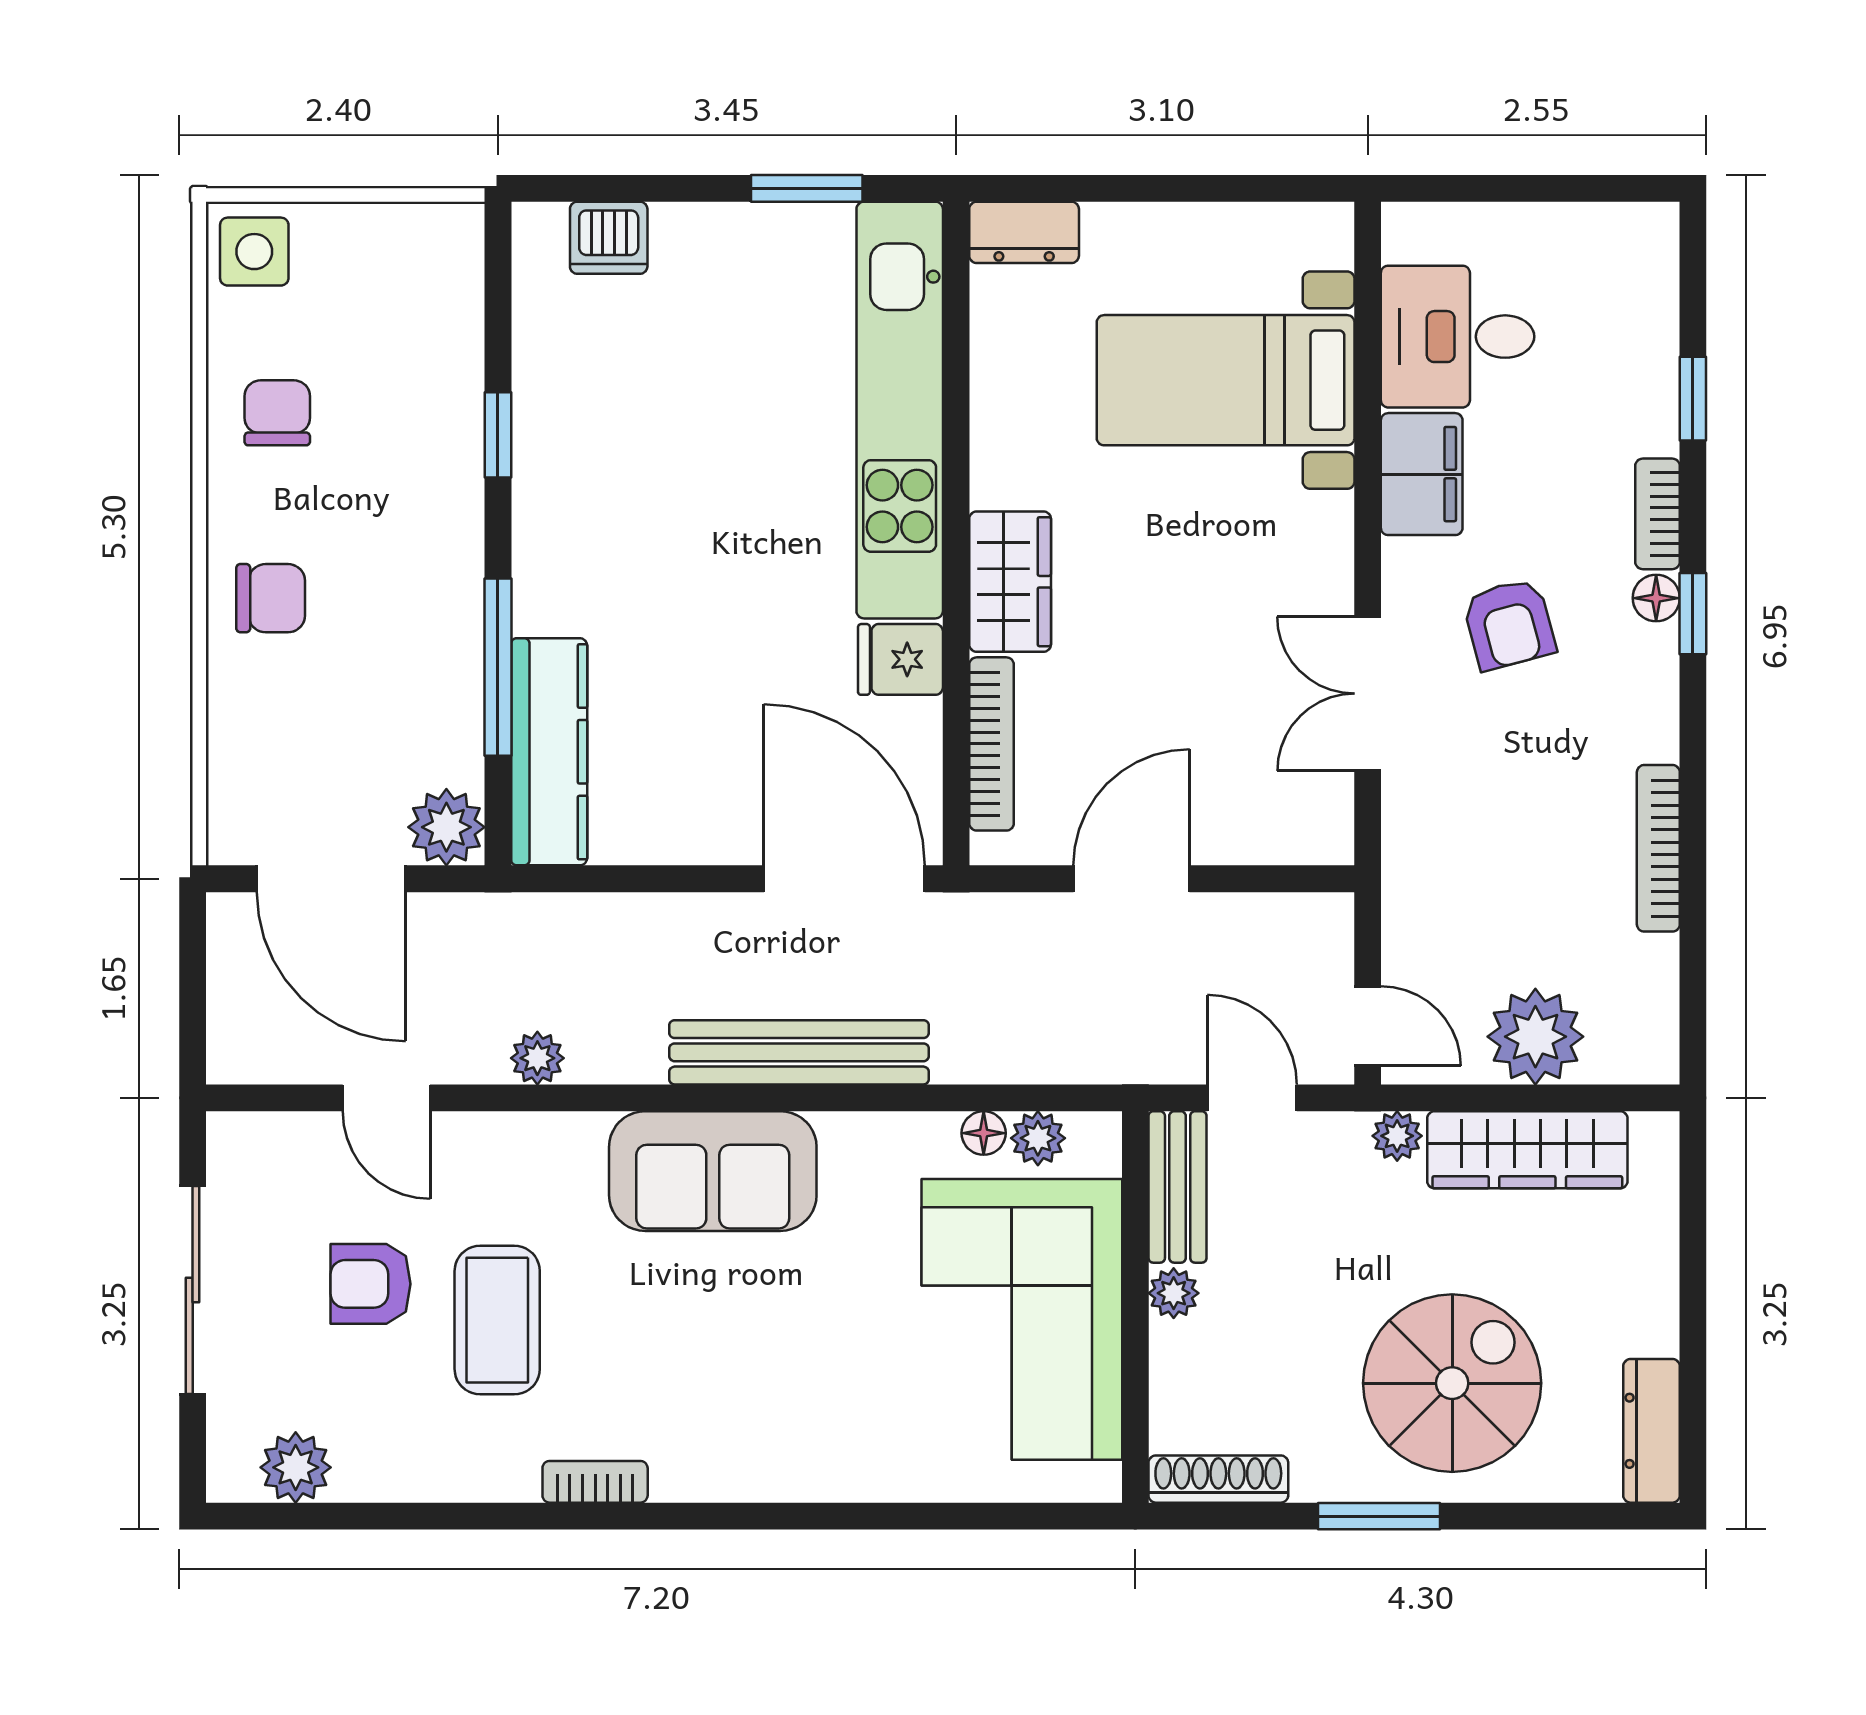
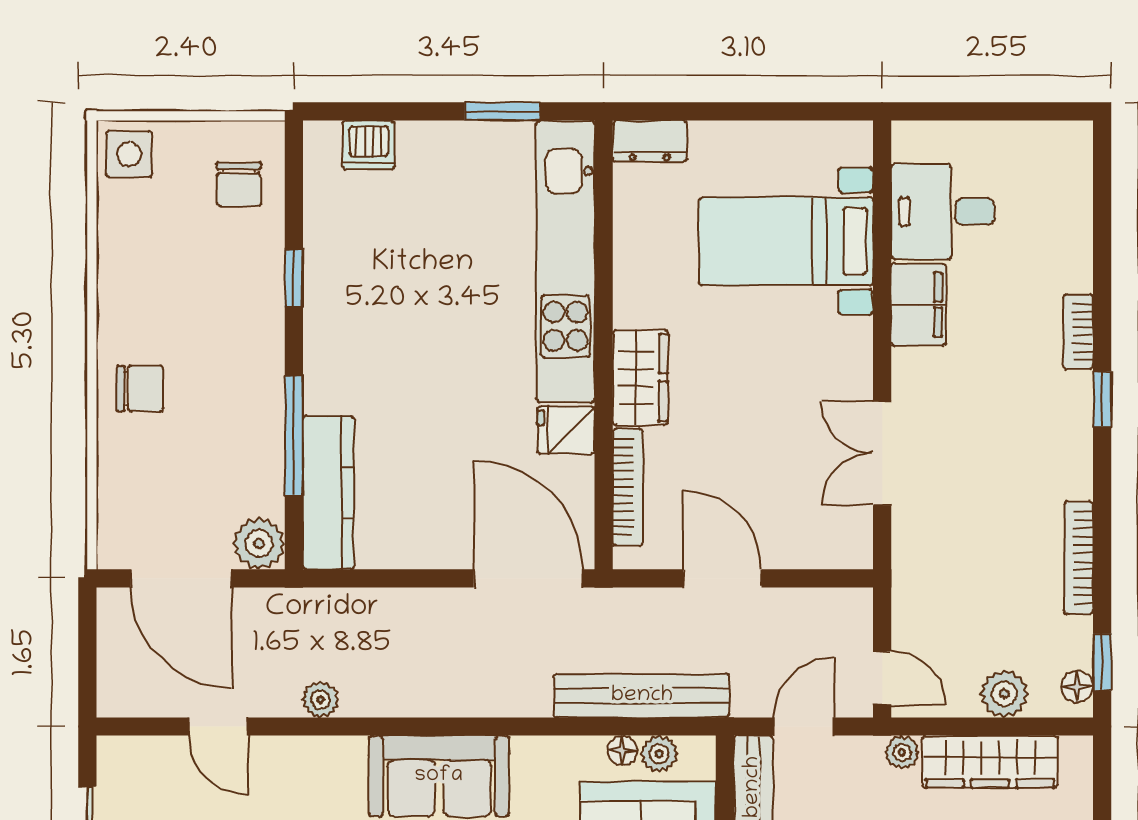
window: (1693, 399) -> (1102, 662), moved
chair: (277, 413) -> (239, 184), moved, turned 180
floor lamp: (1656, 598) -> (1077, 687), moved
armchair: (1509, 624) -> (978, 406), removed
door: (1132, 879) -> (722, 578), hinge flipped
plant: (1535, 1037) -> (1004, 694), width x0.73, depth x0.73
bench: (799, 1052) -> (642, 696), moved
door: (1252, 1098) -> (804, 727), hinge flipped

